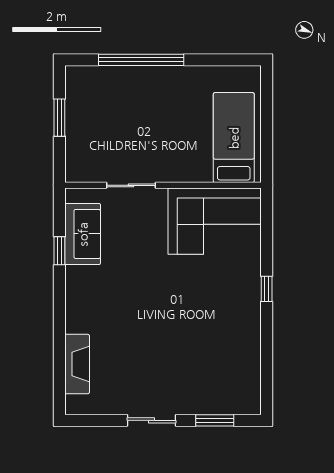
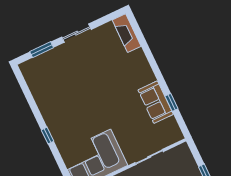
sofa: (83, 234) -> (156, 102), moved
fireplace: (77, 364) -> (127, 33), moved

